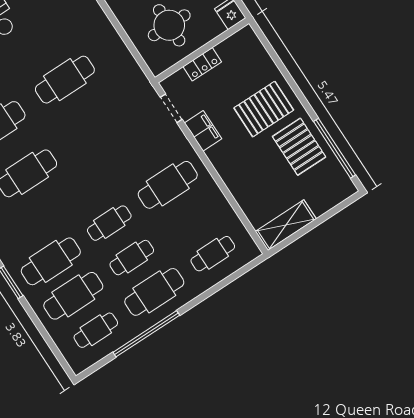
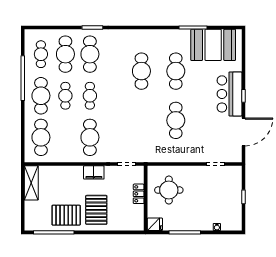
filing cabinet: (203, 131) -> (94, 172), moved
cafe table: (213, 254) -> (41, 137), width x1.37, depth x1.35

